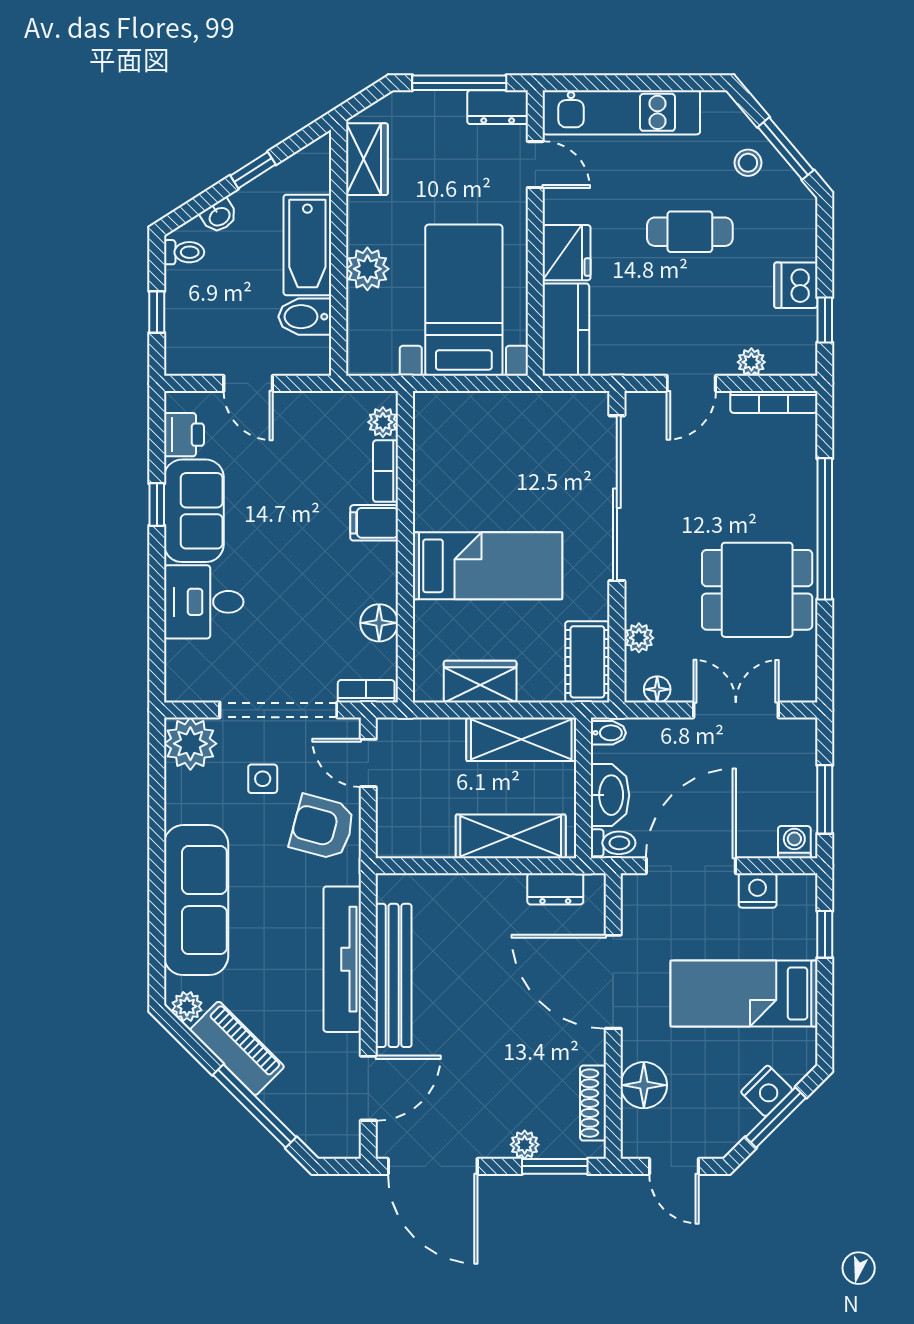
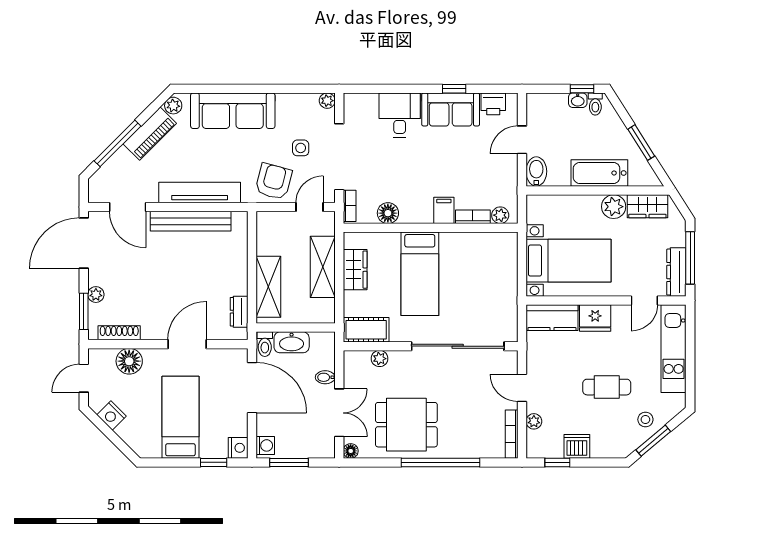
dresser: (498, 107) -> (676, 272), width x1.44
window: (253, 170) -> (641, 143), width x1.50
washbasin: (219, 216) -> (578, 100), moved, turned -58
cafe table: (690, 232) -> (607, 387), turned 90
plant: (367, 269) -> (614, 207), moved
window: (157, 312) -> (582, 89), moved
bidet: (305, 317) -> (536, 171), moved
dining table: (757, 590) -> (406, 425), turned 90
floor lamp: (657, 689) -> (351, 451), moved
bidet: (608, 733) -> (325, 377), moved, turned 90
shelving: (521, 739) -> (323, 267), moved
plant: (190, 744) -> (327, 101), width x0.53, depth x0.53
nightstand: (758, 891) -> (238, 448), moved
door: (613, 982) -> (187, 344), width x0.73
nightstand: (767, 1091) -> (112, 415), moved
window: (776, 1117) -> (111, 435), removed

